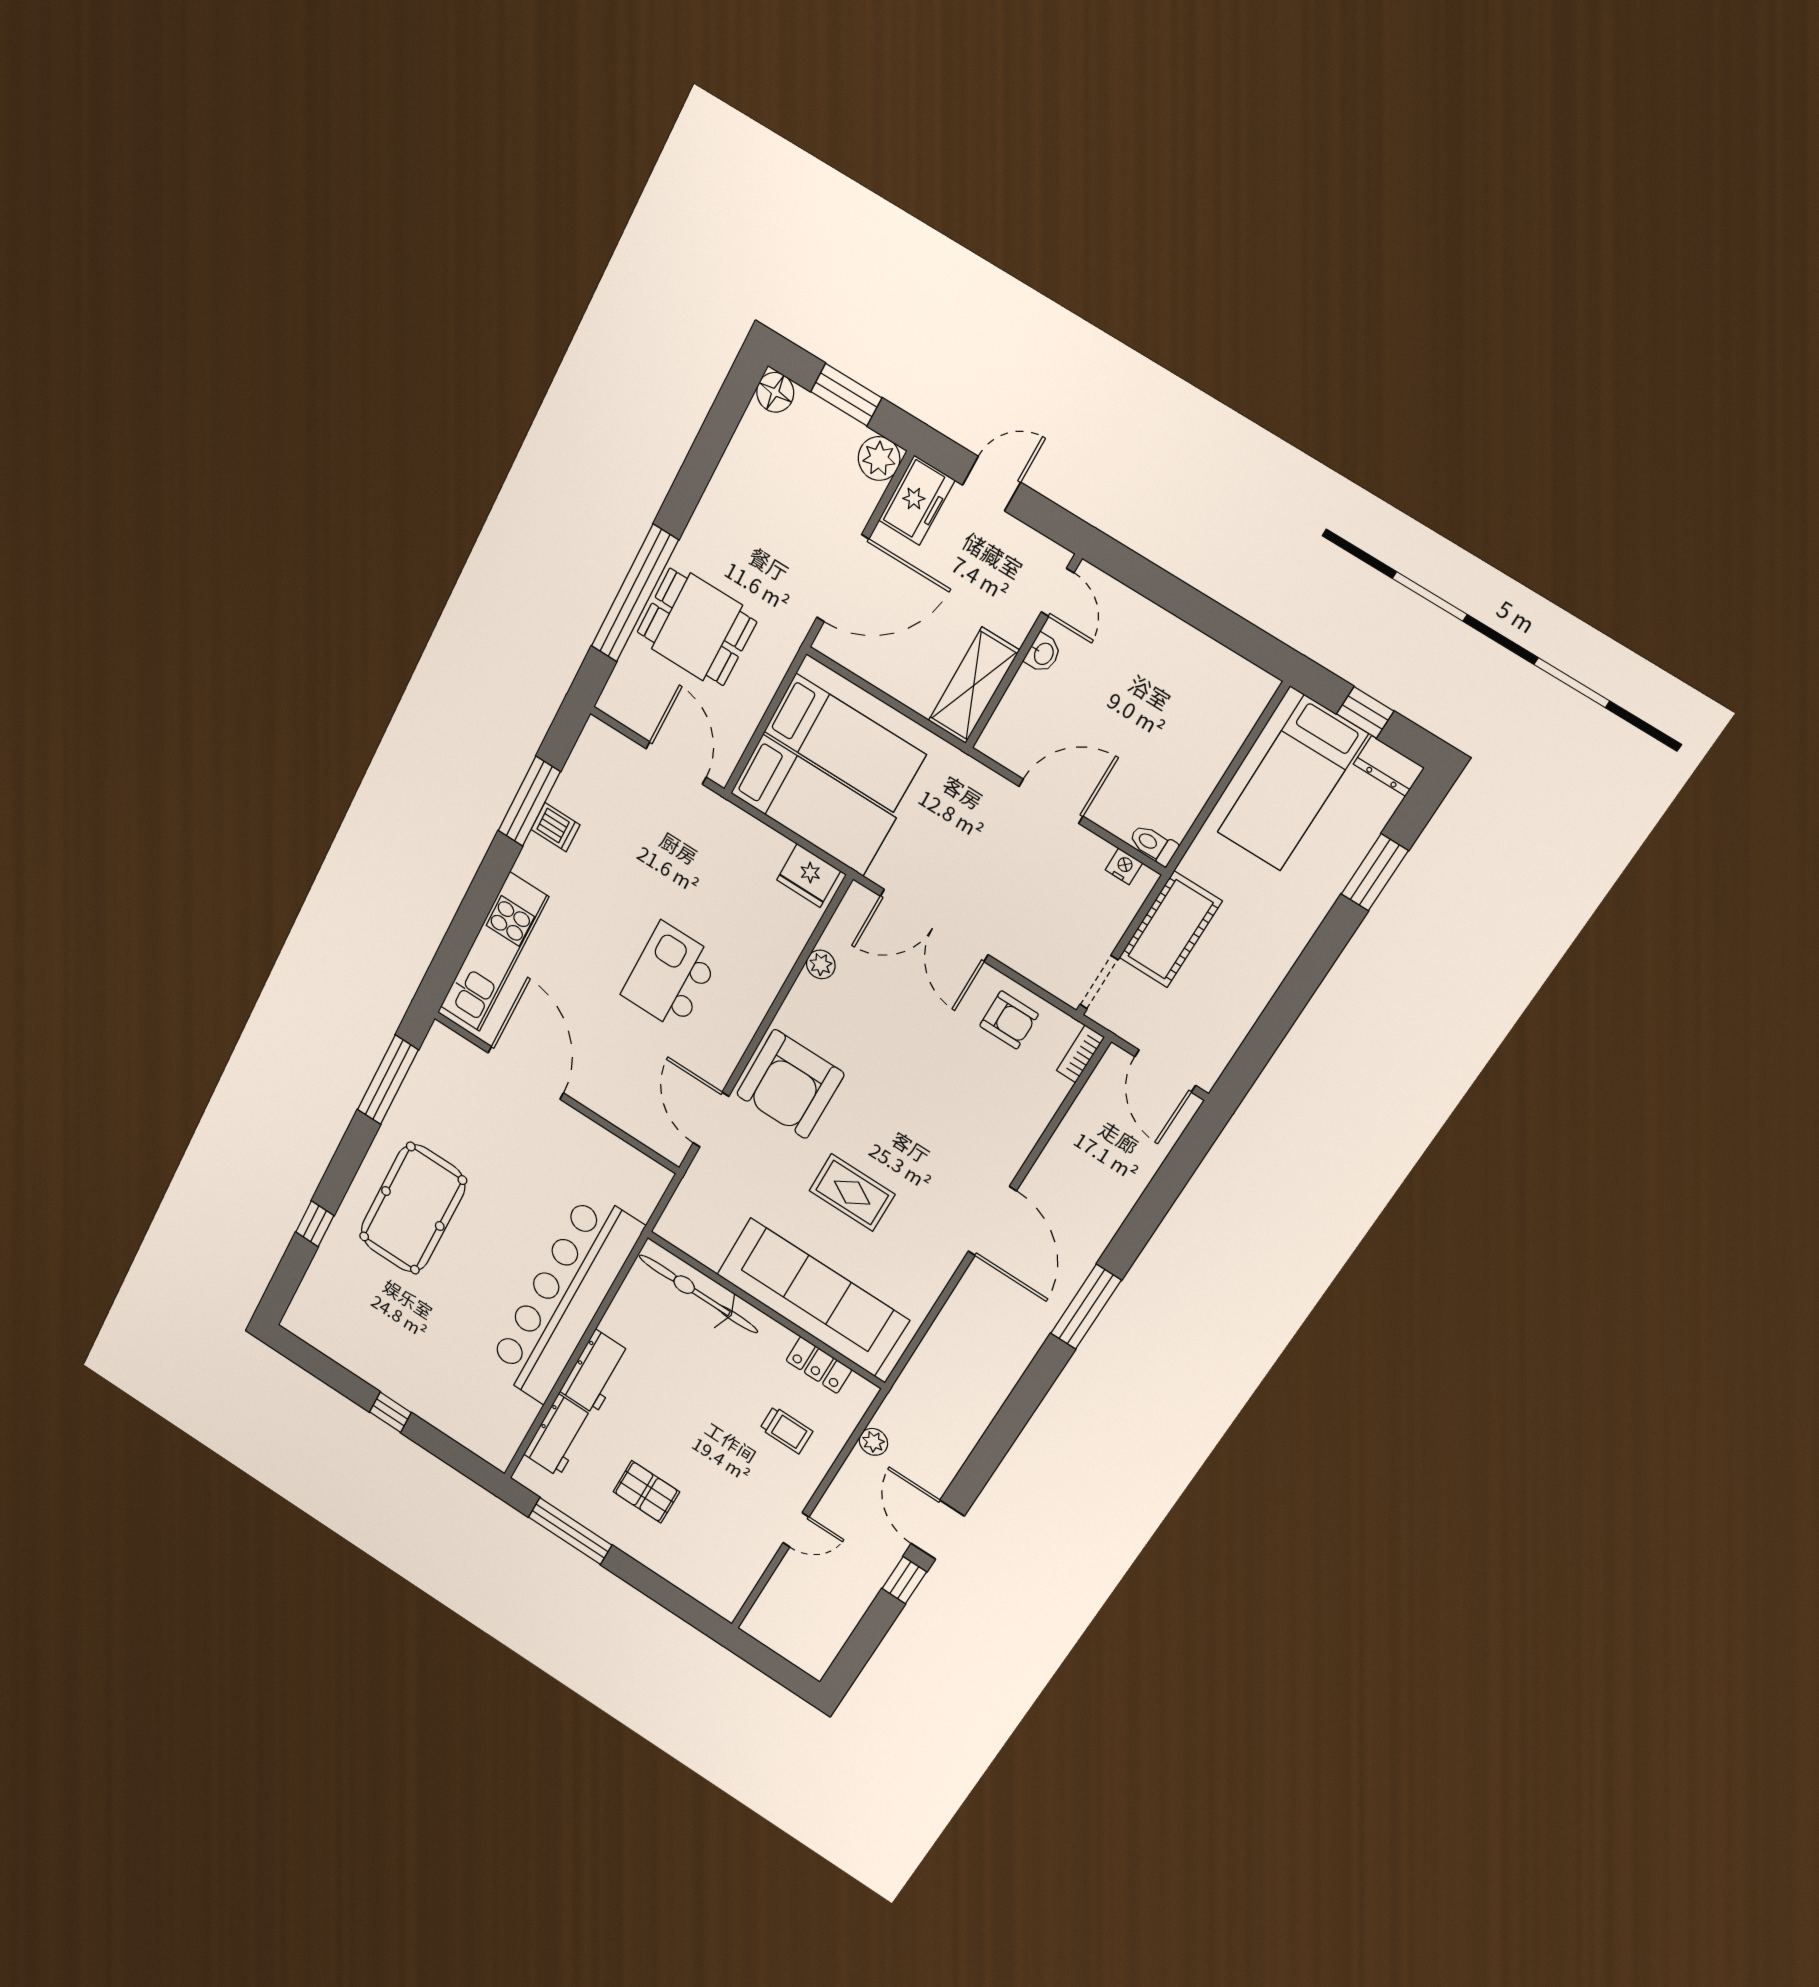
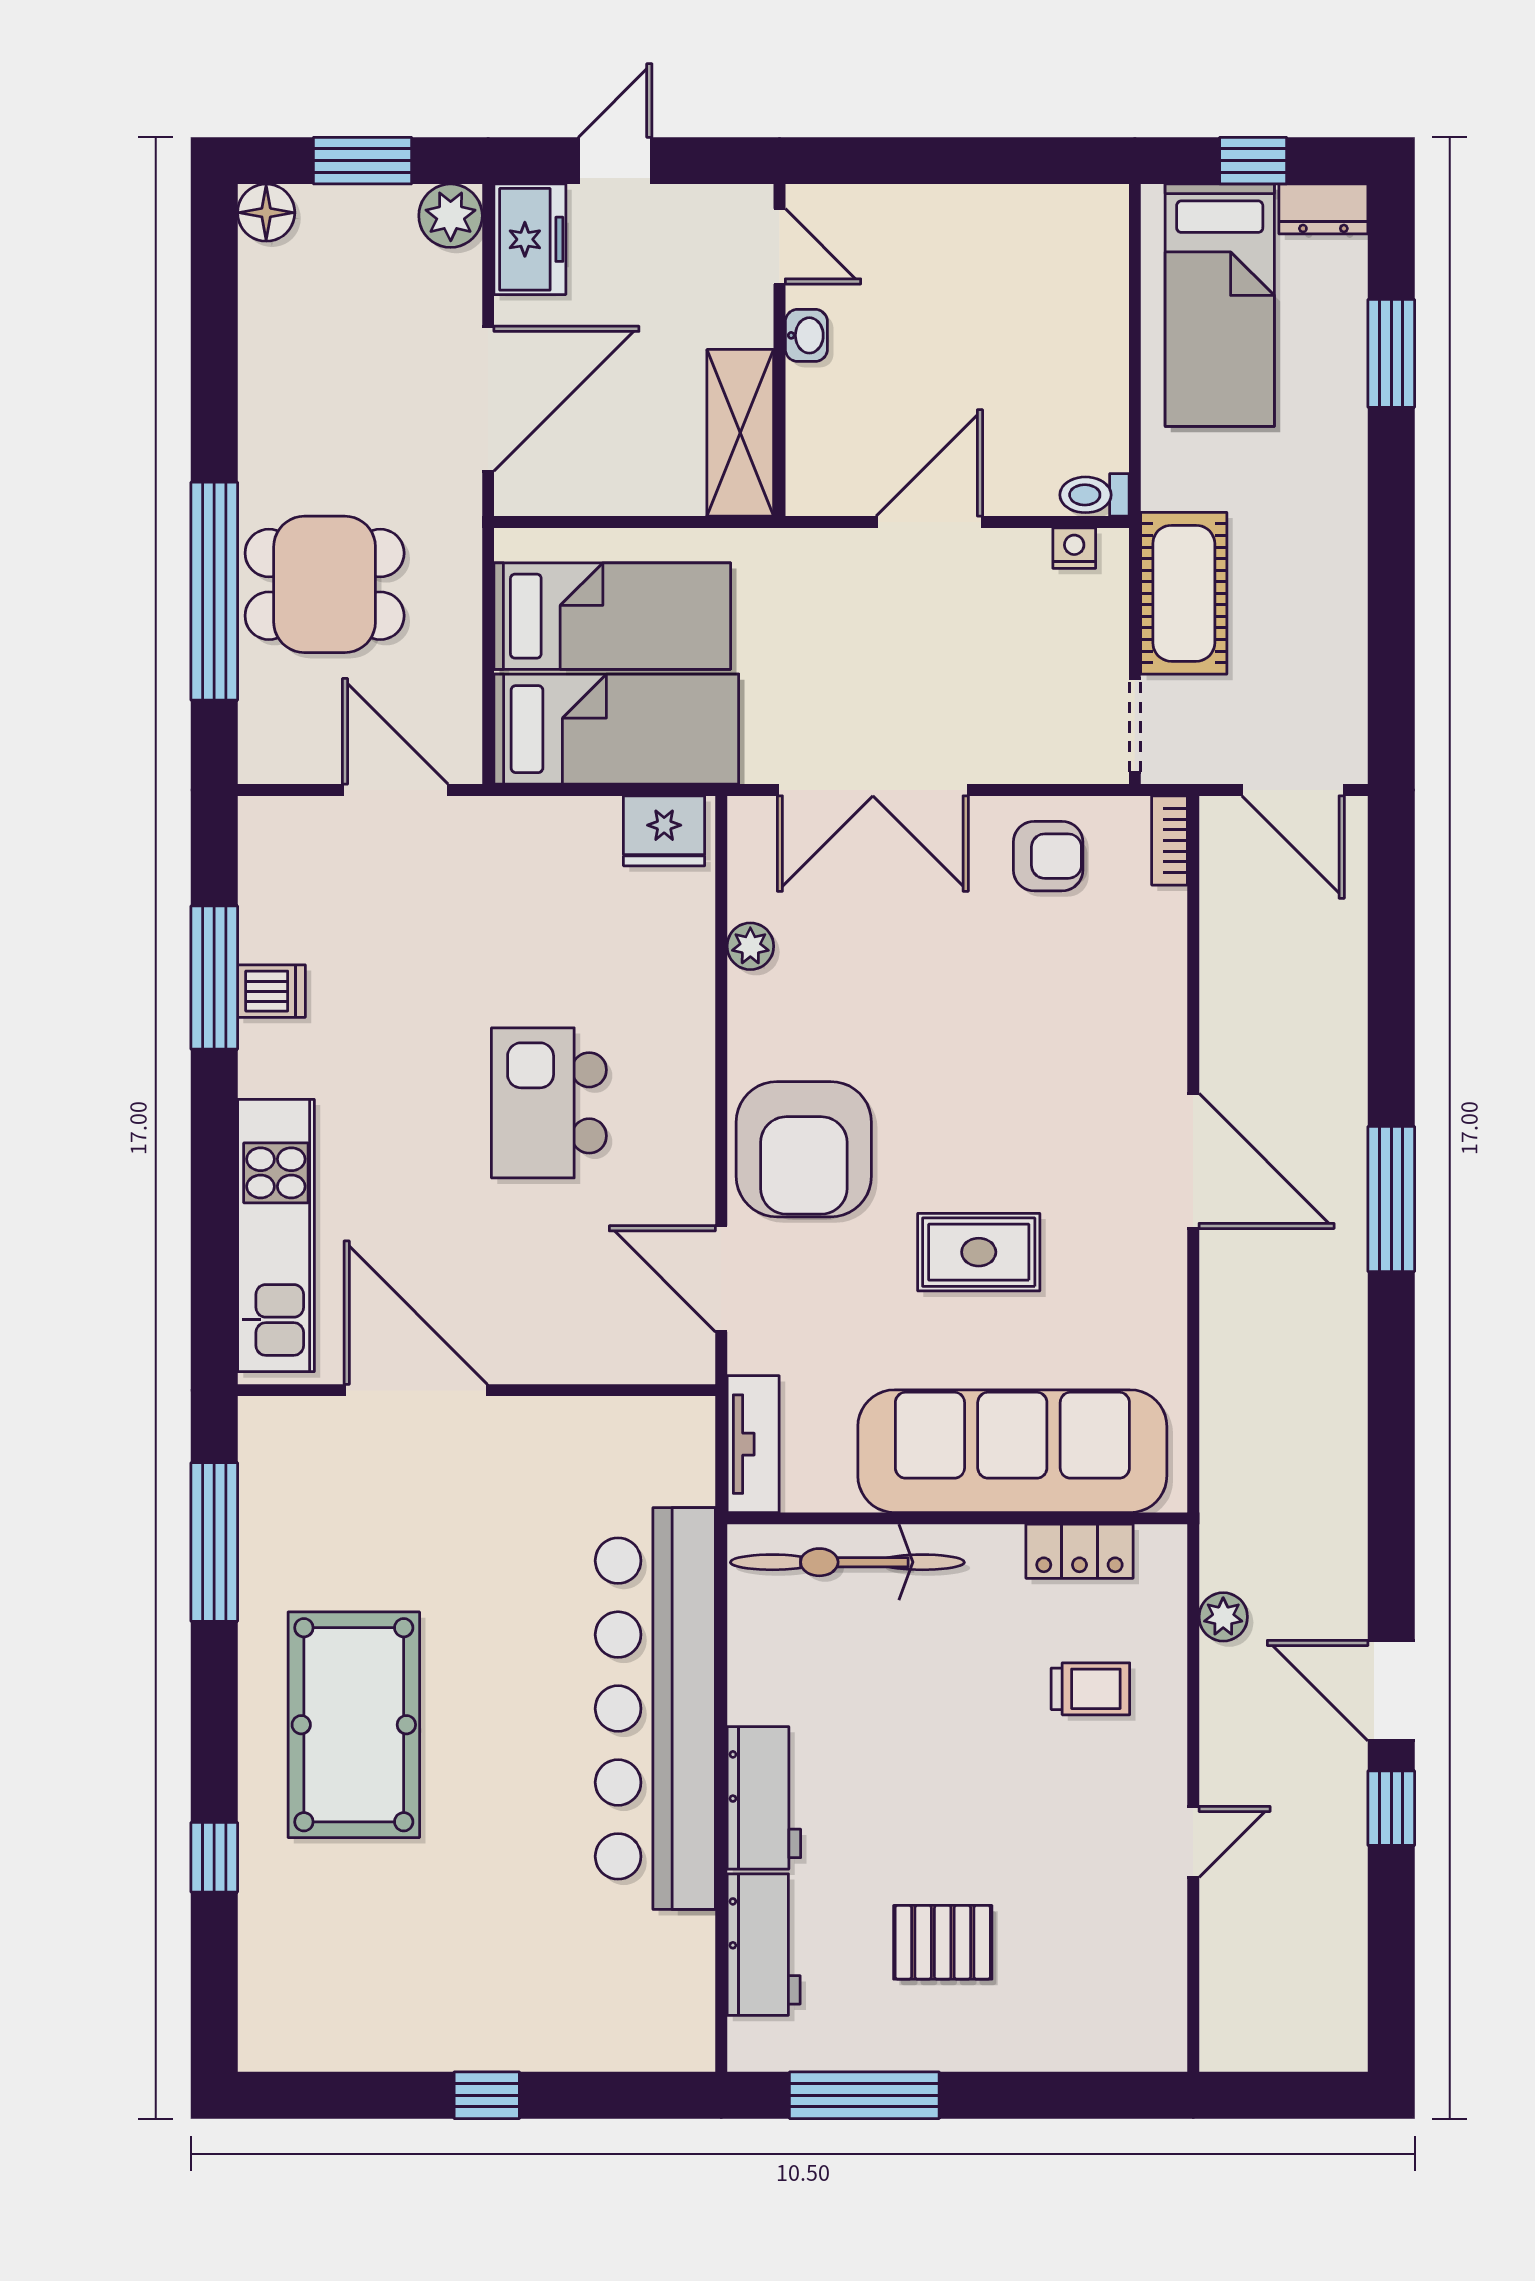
tv unit: (682, 1209) -> (753, 1444), added

